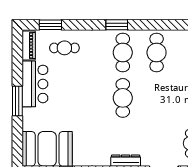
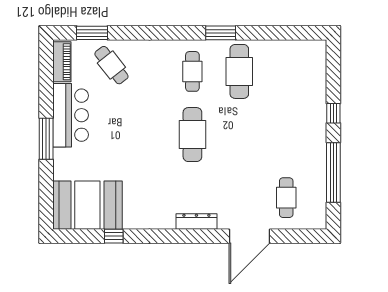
window: (117, 25) -> (221, 33), moved
cafe table: (64, 48) -> (111, 65), turned 52
cafe table: (123, 52) -> (192, 71), width x0.73, depth x0.74

